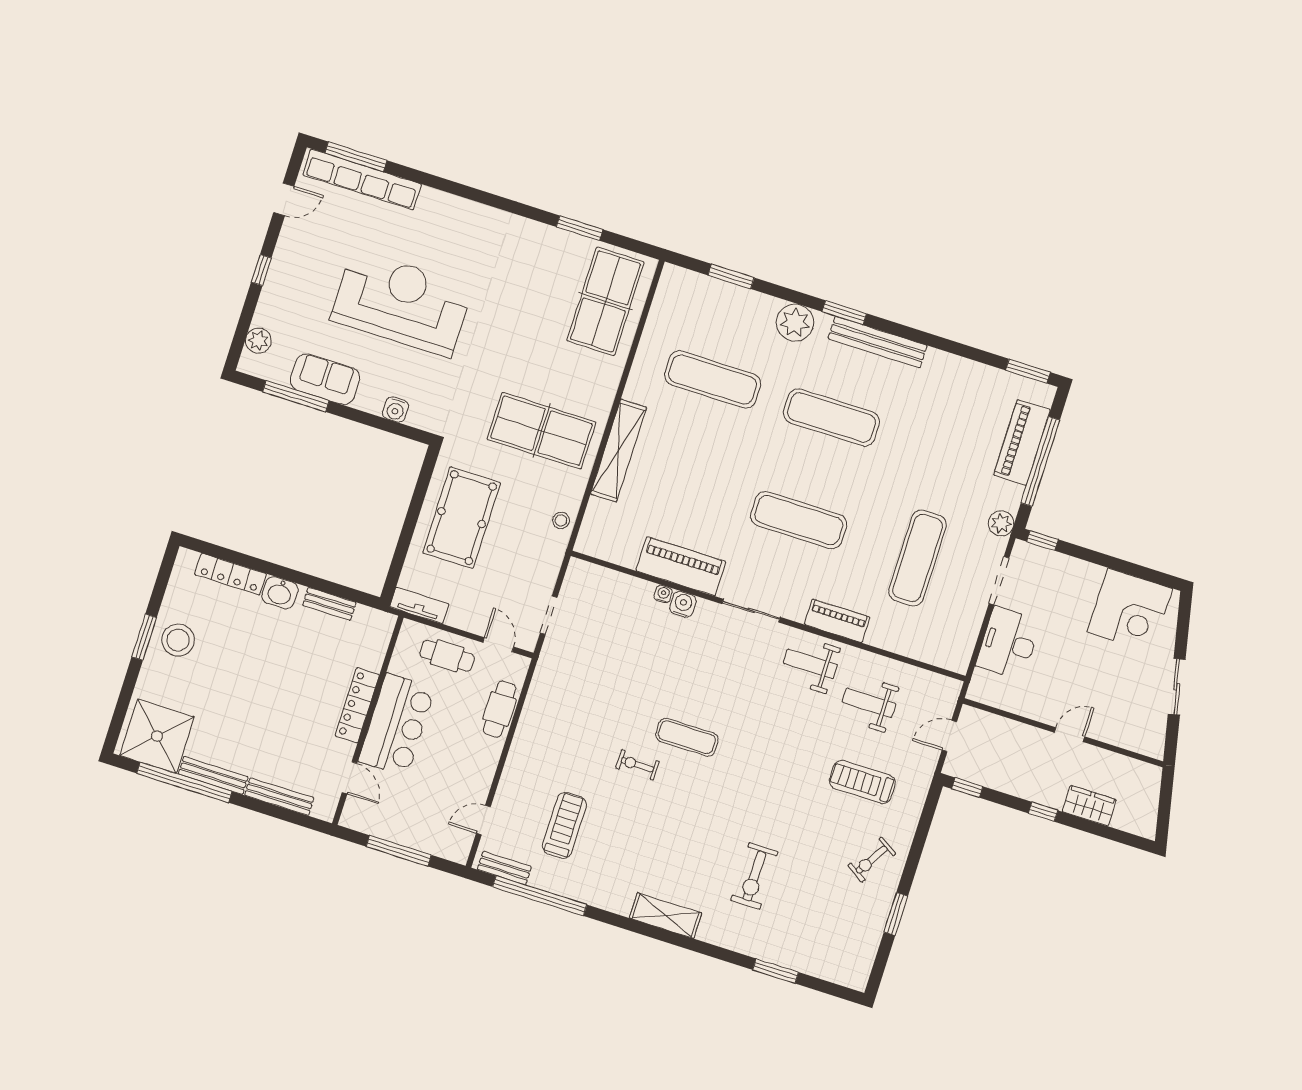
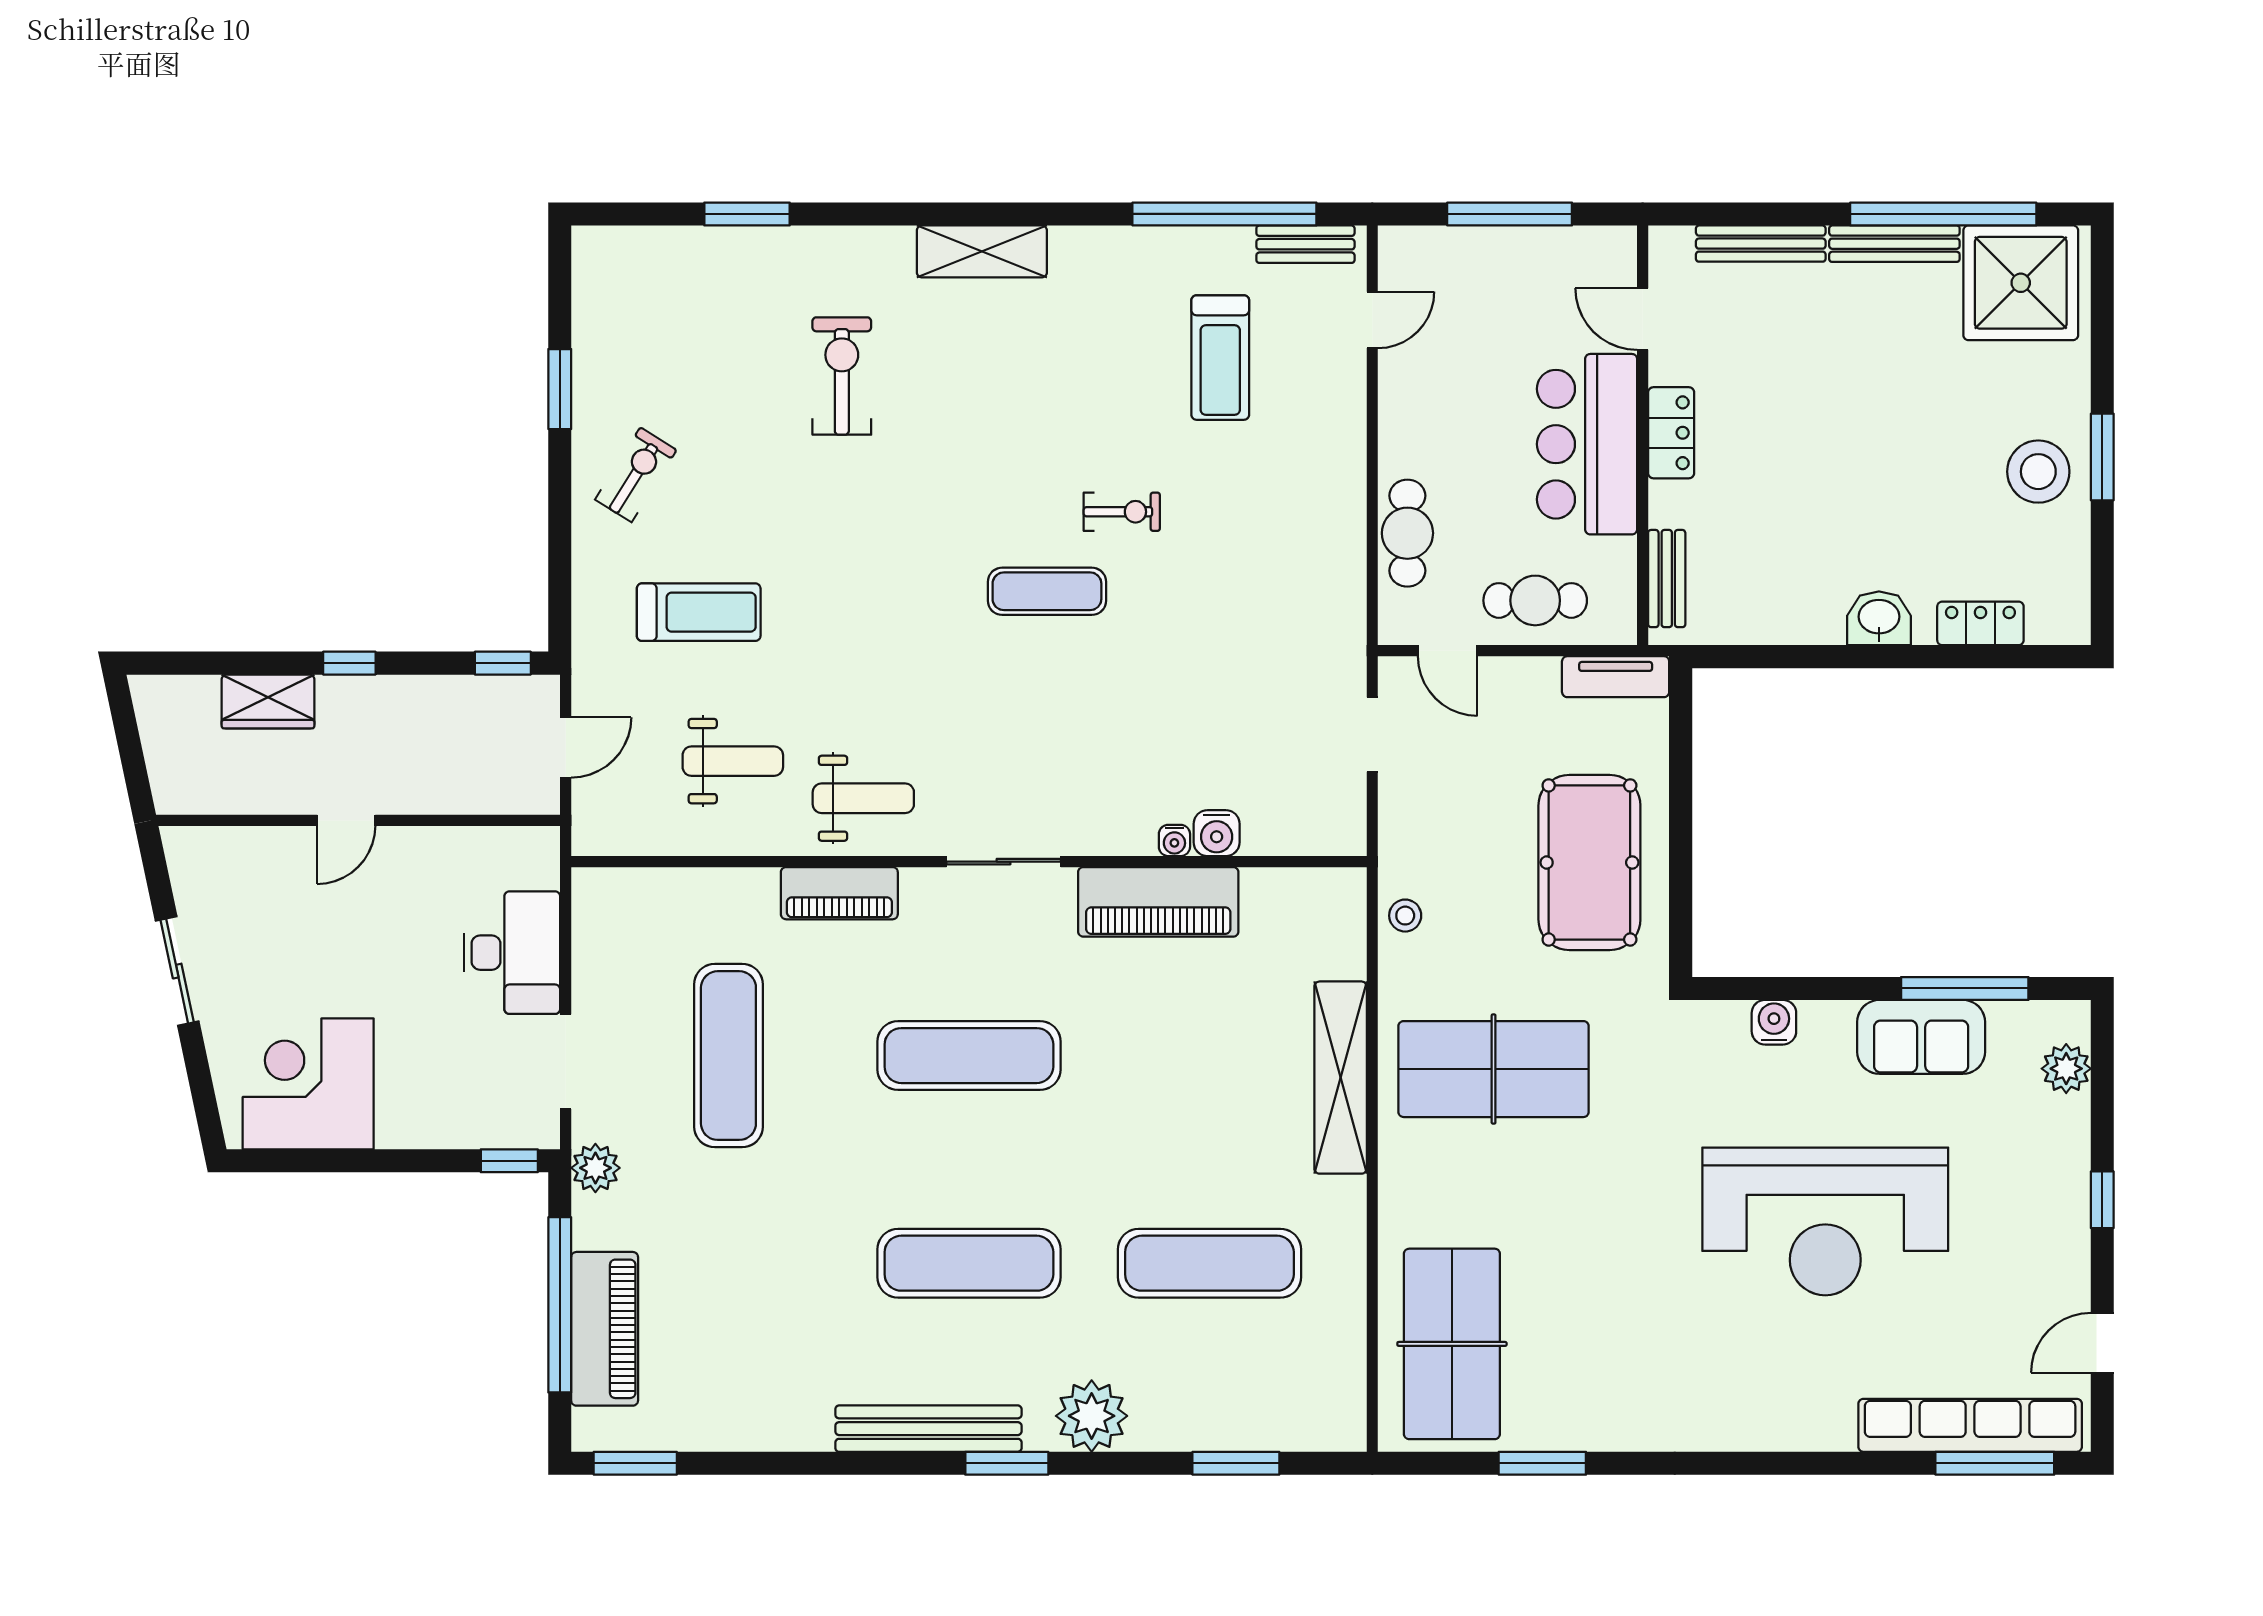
locker: (231, 574) -> (1980, 623), width x0.66
bench: (329, 604) -> (1667, 579), moved, turned 90
water cooler: (683, 604) -> (1217, 833), moved
locker: (357, 705) -> (1671, 433), width x0.66

